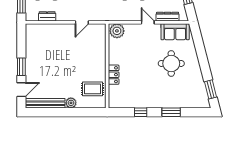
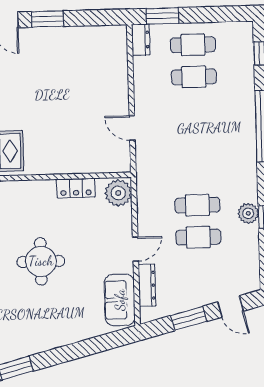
dresser: (47, 16) -> (141, 40), moved
round table: (171, 63) -> (41, 261), moved
locker: (114, 75) -> (76, 188), moved

